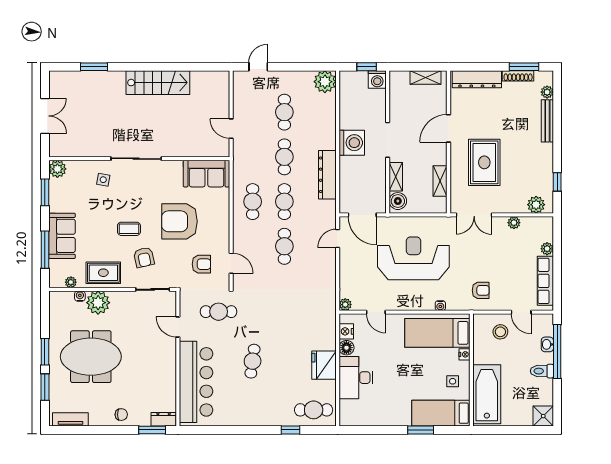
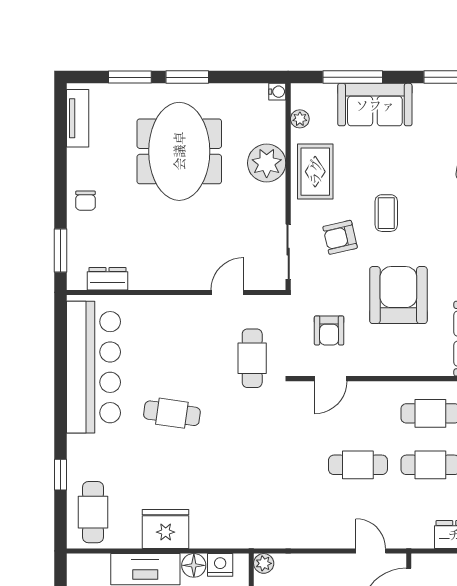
water cooler: (80, 296) -> (277, 92), moved
bar counter: (196, 382) -> (93, 367), moved, turned -90
dresser: (164, 419) -> (107, 279), moved, turned -90

